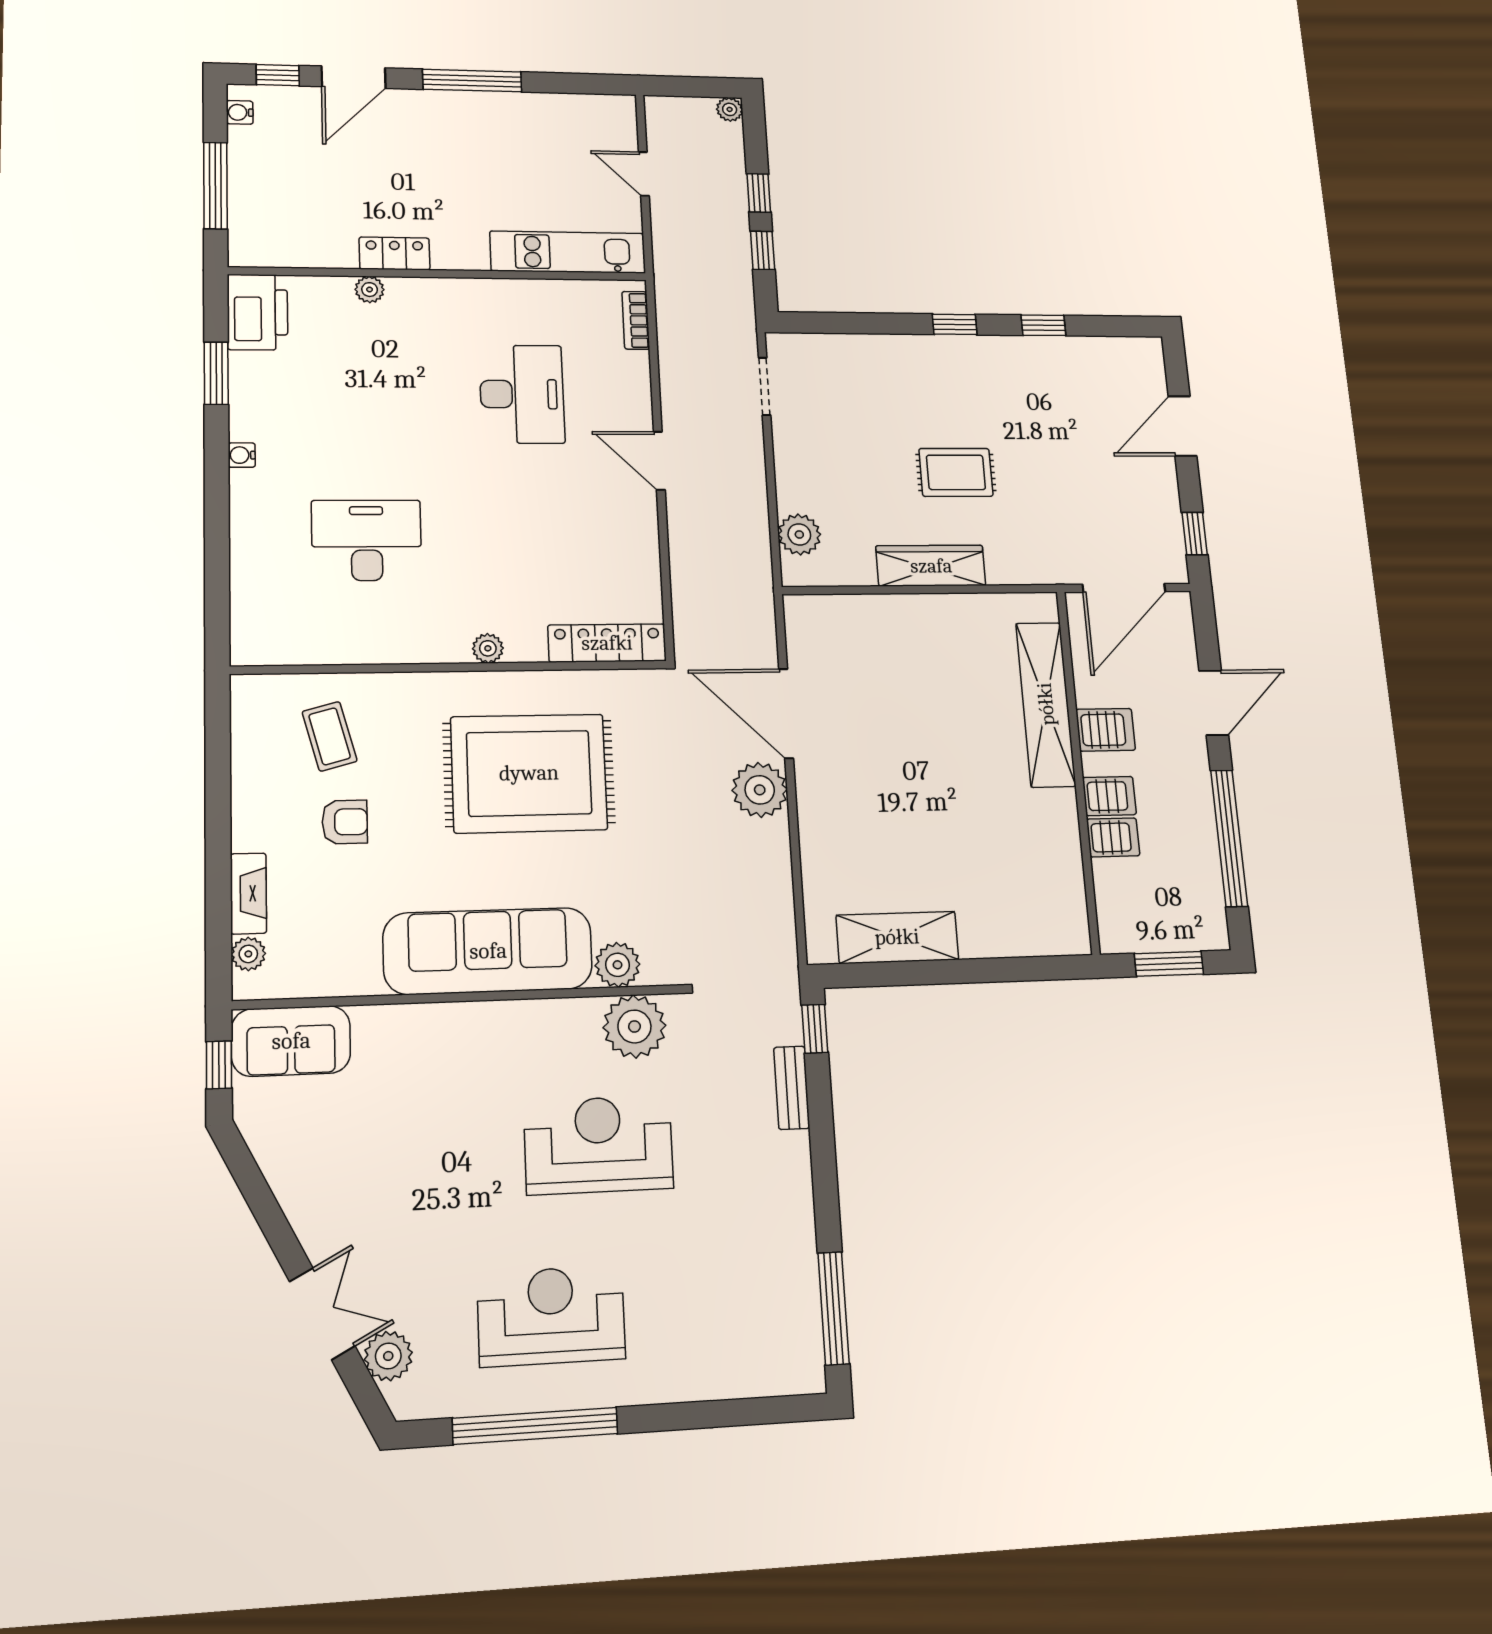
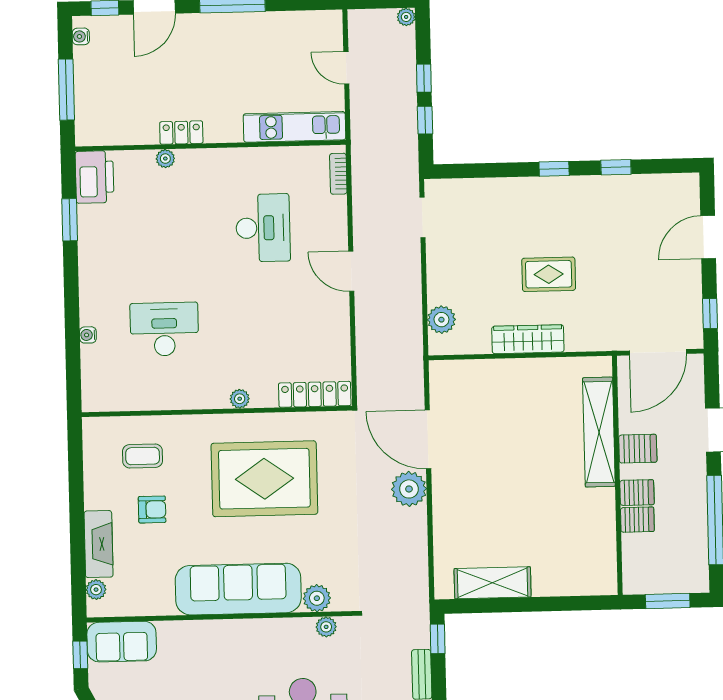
water cooler: (242, 455) -> (88, 335), moved
coffee table: (330, 736) -> (143, 456), turned -75
fireplace: (248, 893) -> (99, 544), width x1.37, depth x1.32
plant: (634, 1026) -> (326, 627), width x0.53, depth x0.53

